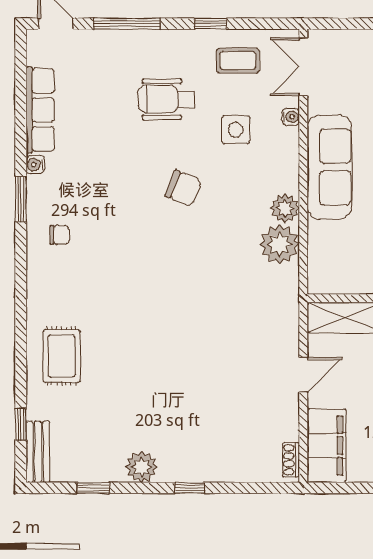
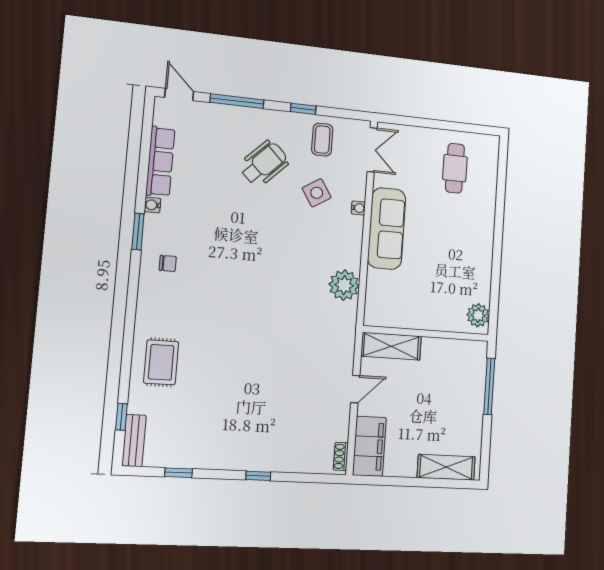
coffee table: (238, 61) -> (322, 140), turned 90
double door: (303, 67) -> (372, 150), swing flipped
wheelchair: (166, 99) -> (264, 164), turned 135
water cooler: (291, 117) -> (358, 208), moved
side table: (236, 130) -> (317, 193), turned -32
chair: (183, 188) -> (272, 235), removed
plant: (285, 208) -> (350, 257), removed
plant: (141, 467) -> (220, 457), removed

